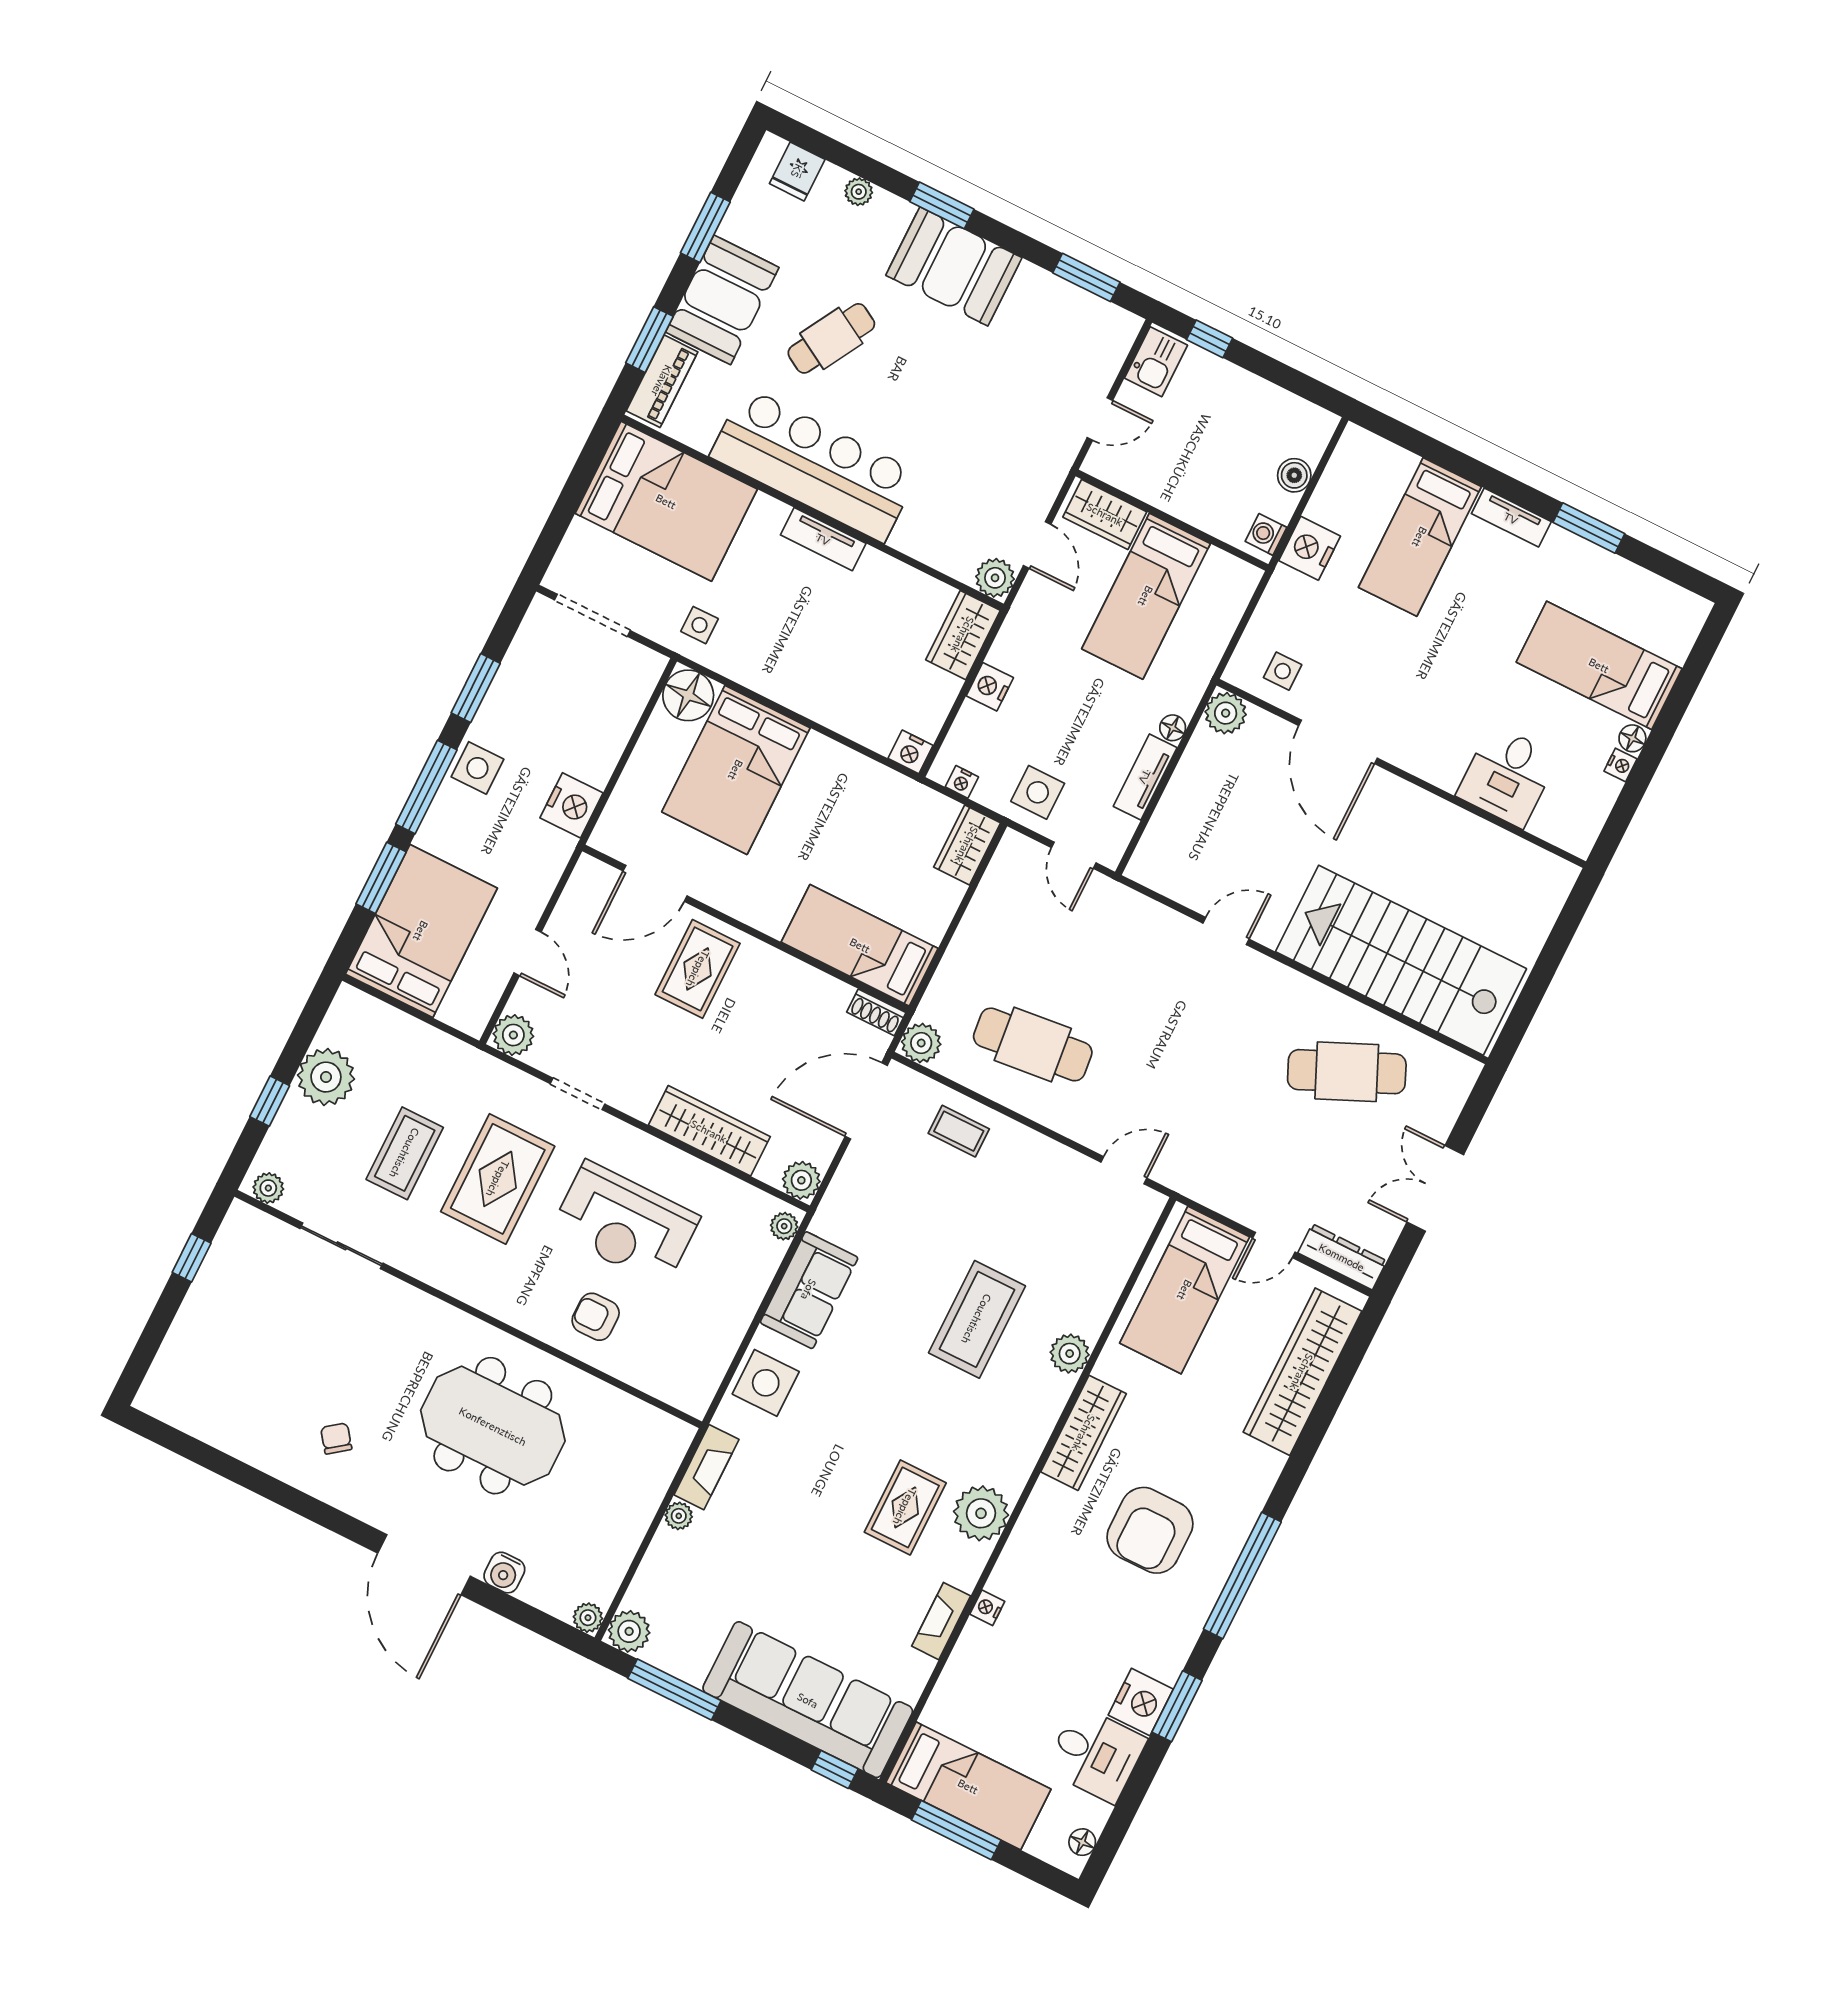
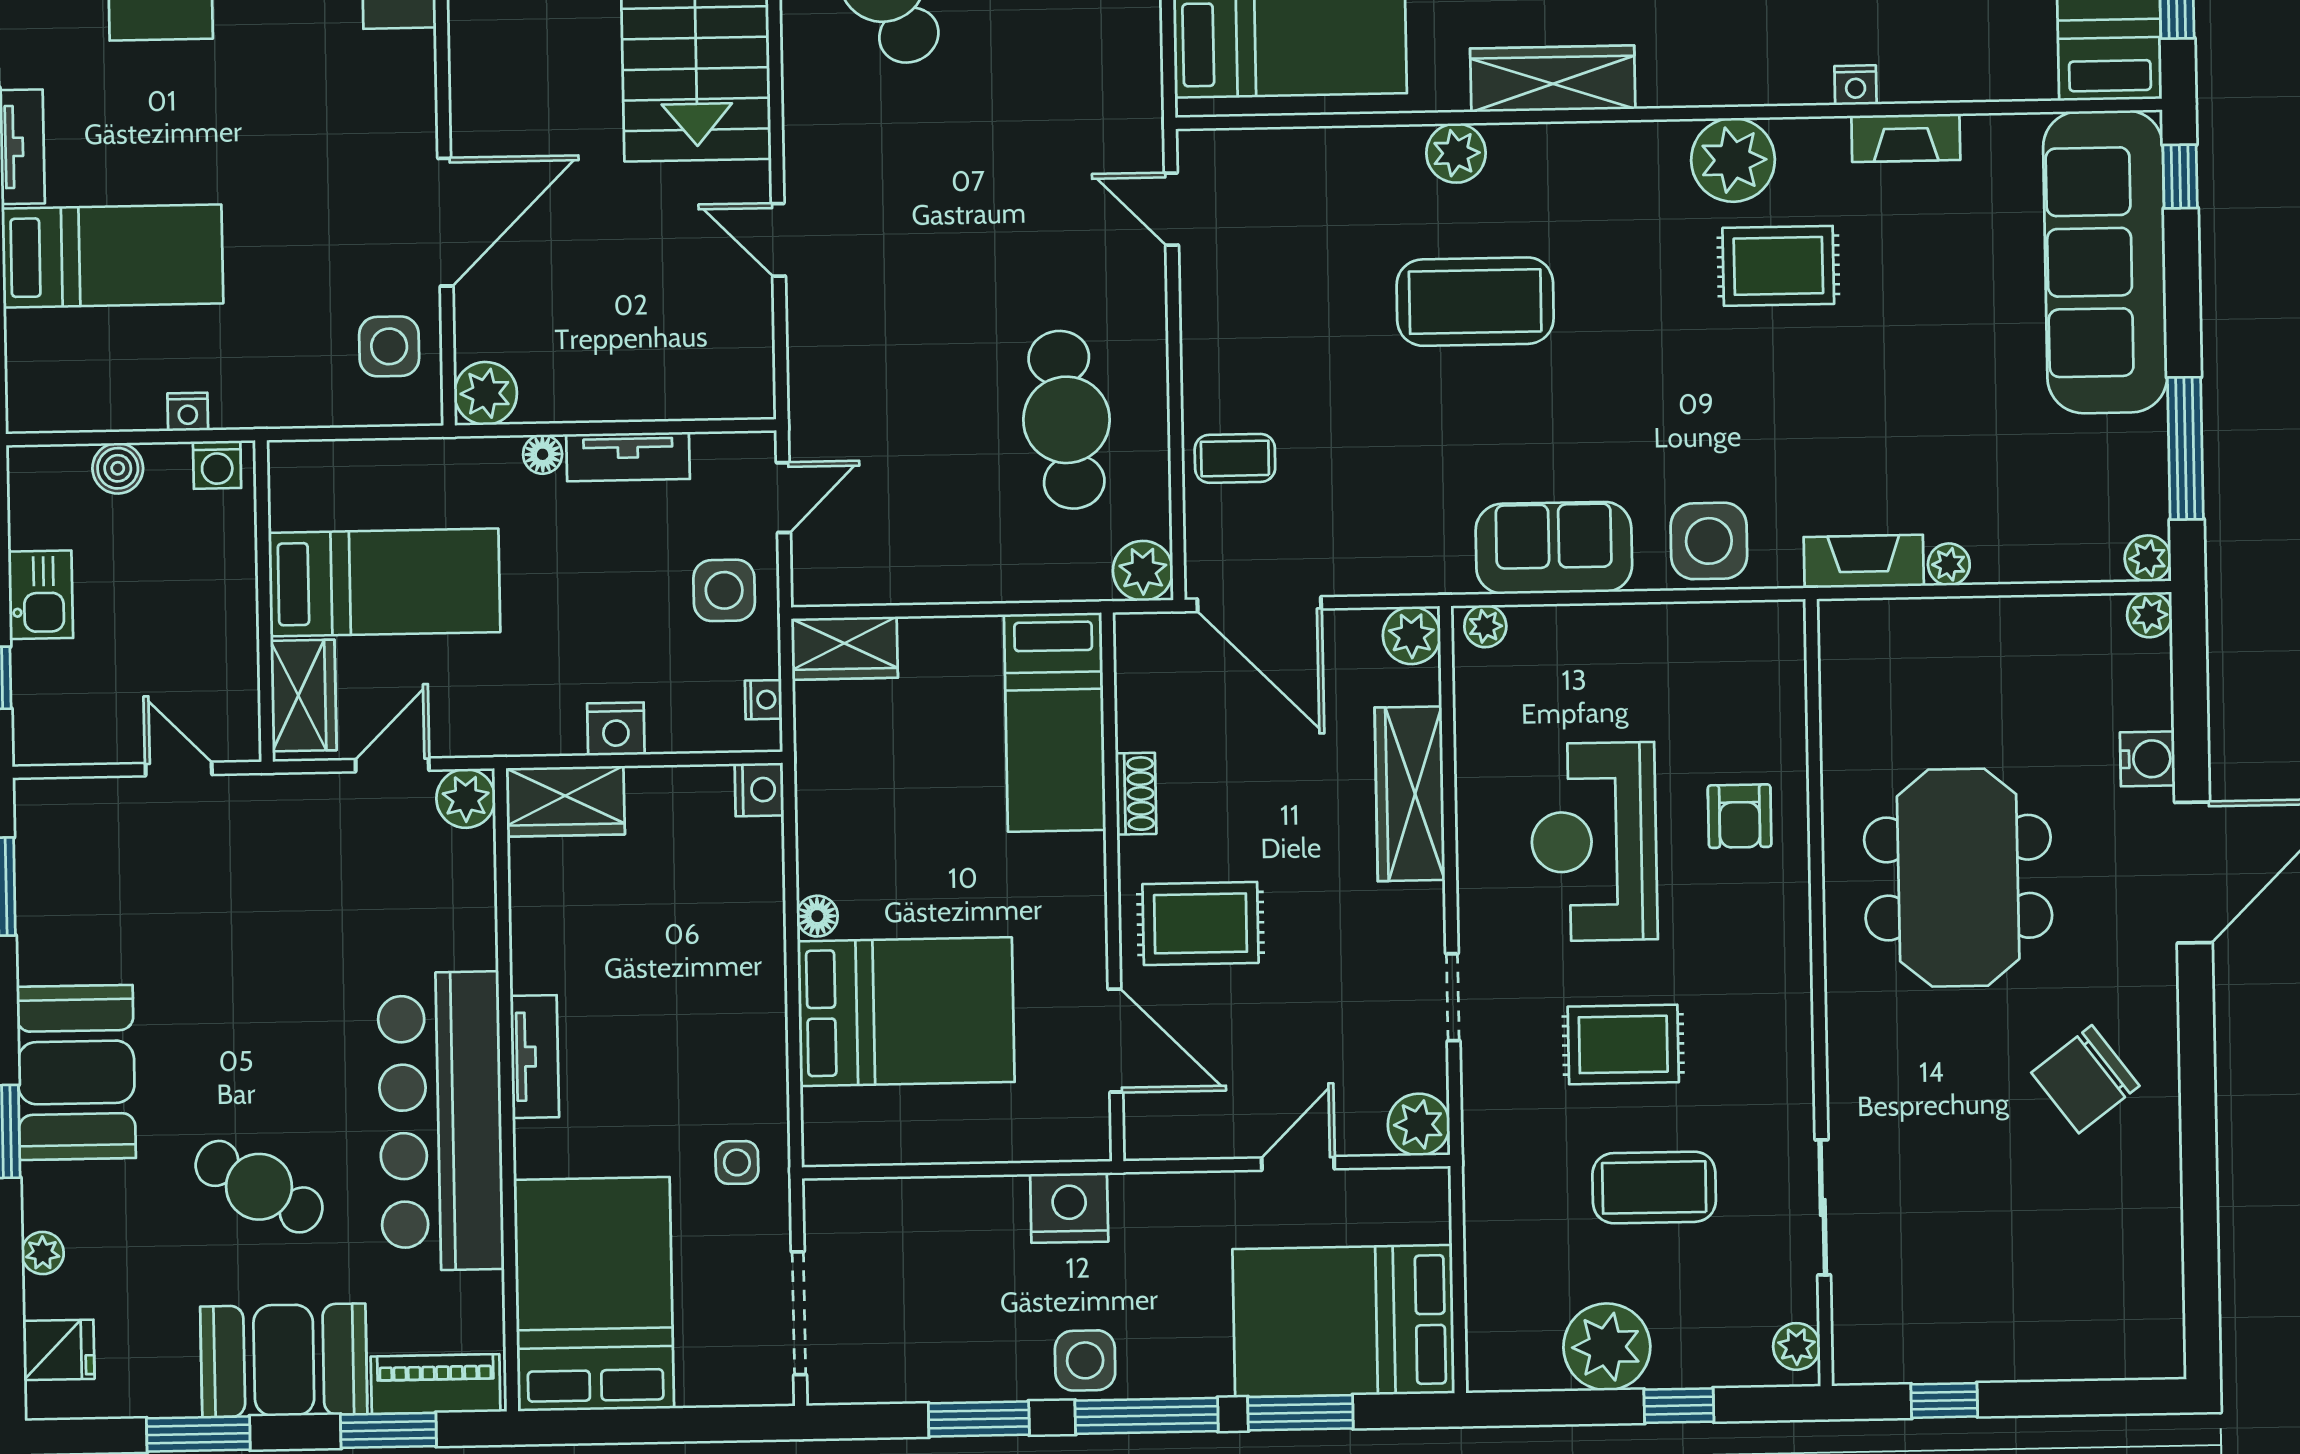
kitchen sink: (1156, 362) -> (41, 595), moved, turned 90
nightstand: (1310, 548) -> (188, 412), width x0.53, depth x0.56
side table: (1283, 671) -> (389, 346), width x1.37, depth x1.37
floor lamp: (688, 695) -> (817, 916), moved, width x0.53, depth x0.53
shoe rack: (876, 1012) -> (1136, 794), moved
coffee table: (959, 1131) -> (1235, 458), turned 90
rug: (498, 1179) -> (1623, 1044), width x0.73, depth x0.70
reception desk: (625, 1224) -> (1594, 842), turned 180
chair: (336, 1438) -> (2085, 1079), width x1.87, depth x1.87
plant: (629, 1631) -> (2148, 558), width x0.73, depth x0.73

